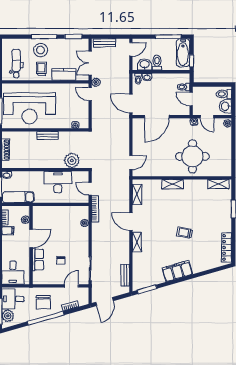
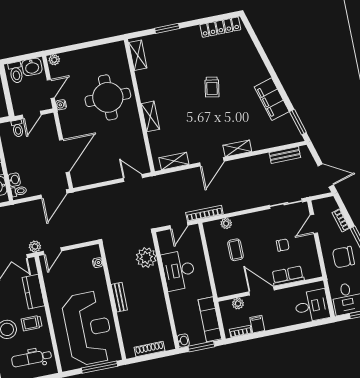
door: (157, 117) -> (64, 156), hinge flipped
coffee table: (64, 226) -> (235, 250), added
filing cabinet: (177, 271) -> (272, 99), moved
door: (71, 286) -> (314, 224), hinge flipped
chair: (43, 302) -> (343, 257), turned 180

